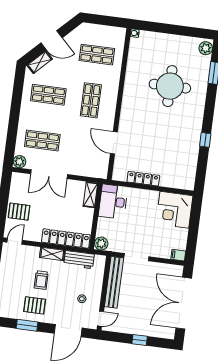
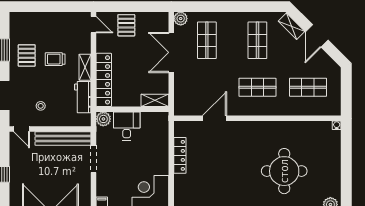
shop shelf: (97, 55) -> (308, 87), turned 90
desk: (113, 202) -> (127, 126), moved, width x0.73

